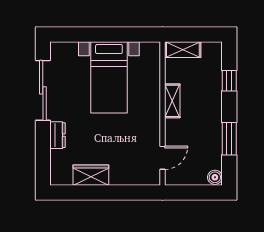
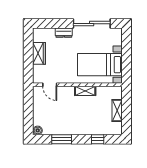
shelving: (172, 101) -> (85, 91), moved
wall: (163, 114) -> (77, 85), moved
door: (163, 158) -> (50, 85), moved

